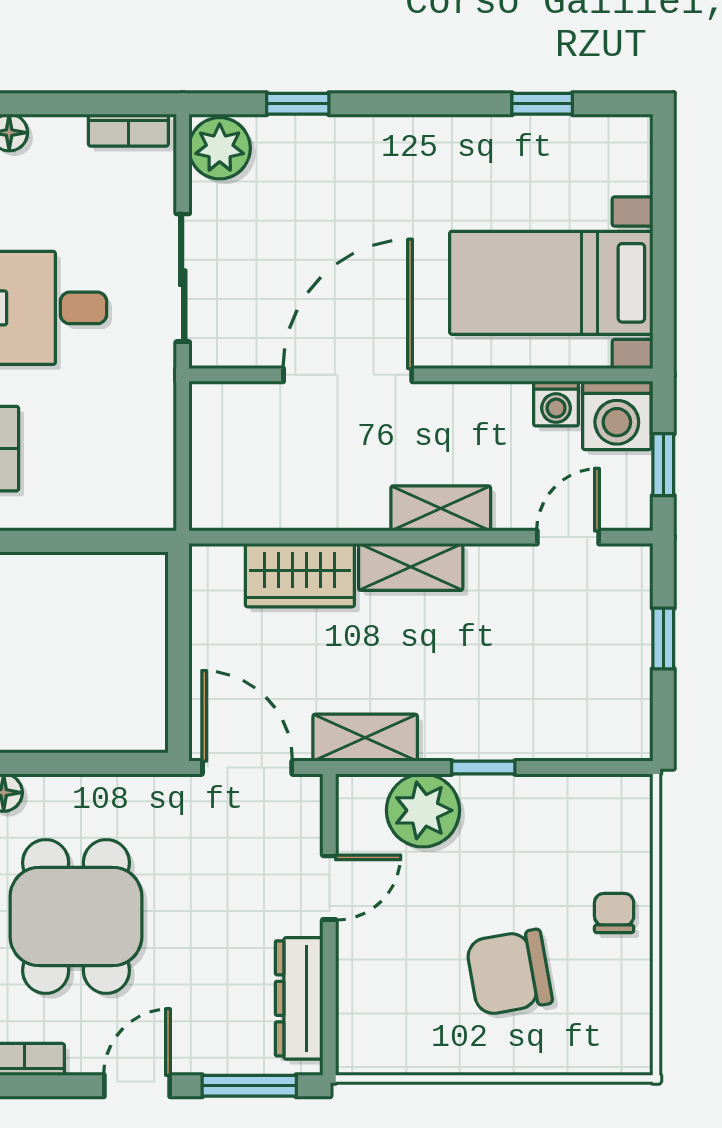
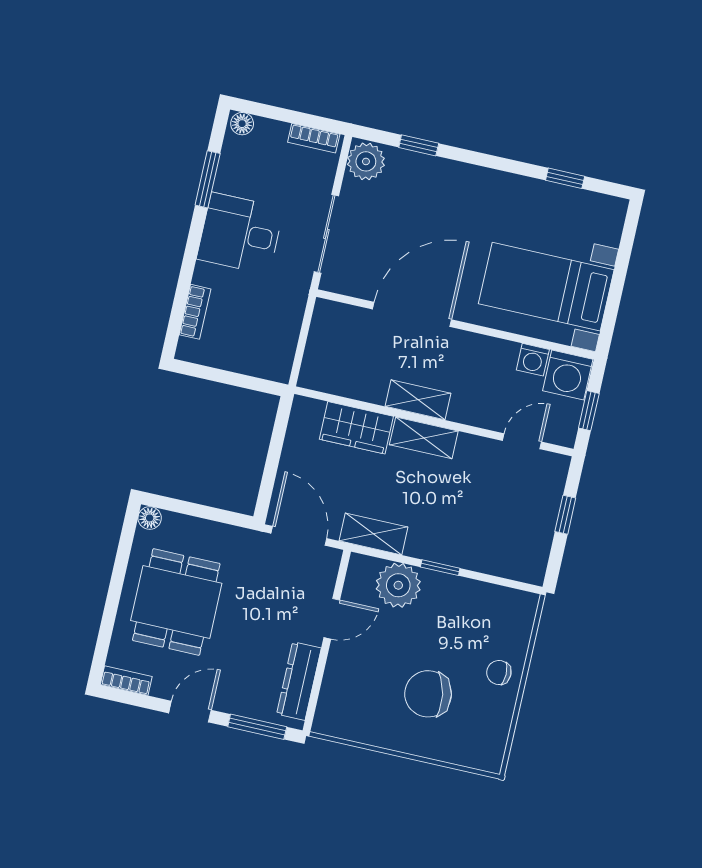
shelving: (441, 508) -> (418, 400), moved
chair: (614, 913) -> (499, 672), turned -90

